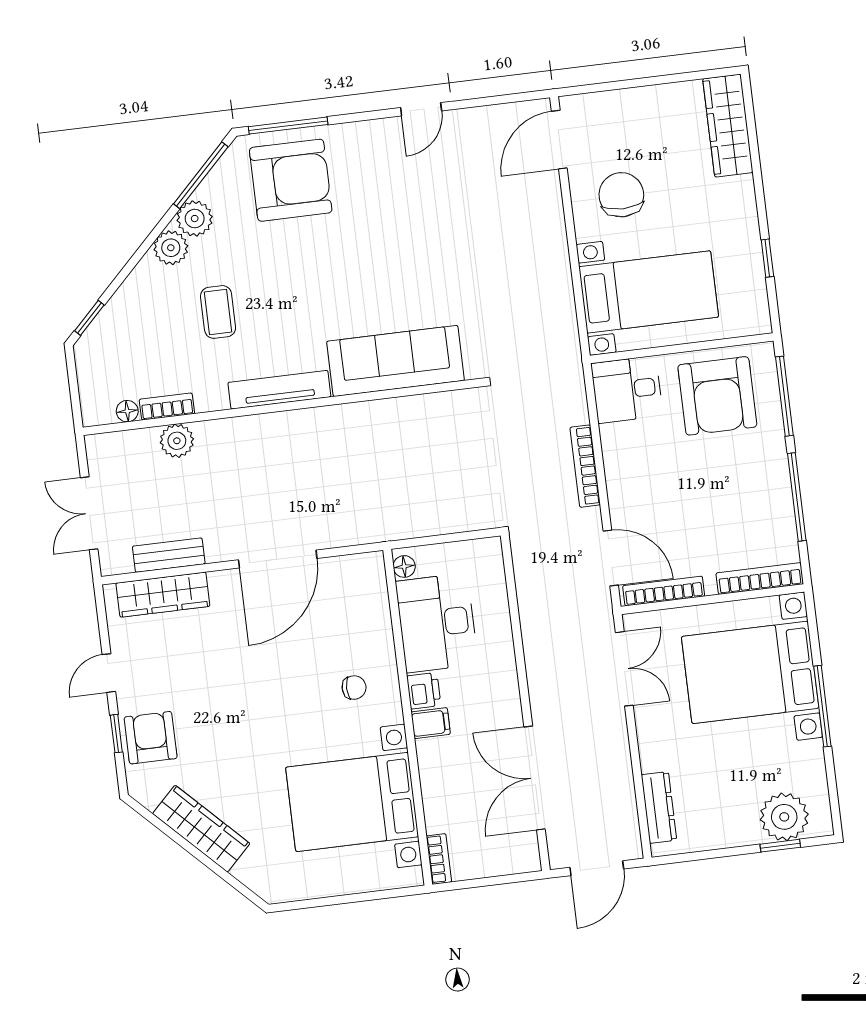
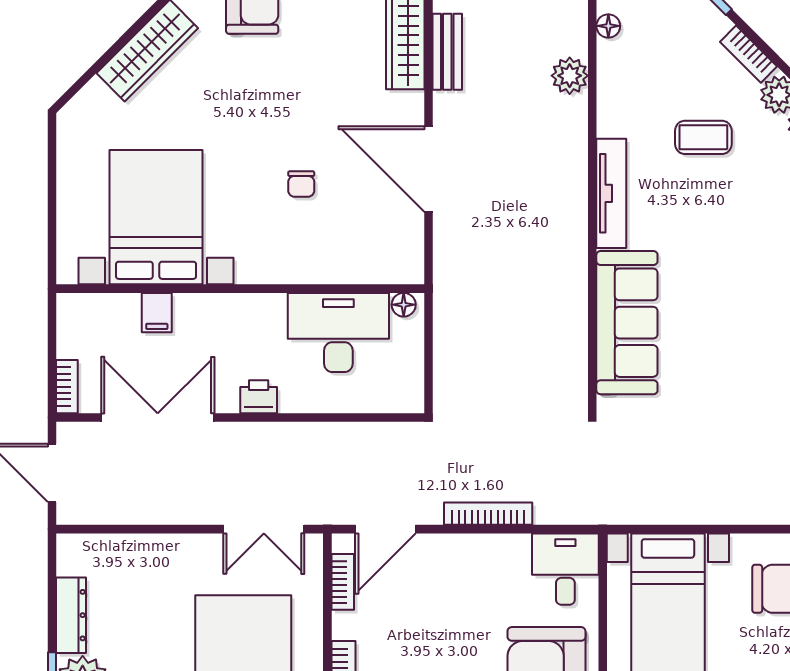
bookcase: (167, 406) -> (748, 54), moved, turned 135
bookcase: (664, 591) -> (343, 582), width x0.64
chair: (354, 688) -> (301, 184), moved
printer: (424, 691) -> (259, 397), moved, turned 180
filing cabinet: (431, 723) -> (157, 313), moved
dresser: (659, 807) -> (71, 615), moved, turned -90
bookcase: (439, 859) -> (67, 387), moved, turned -90

